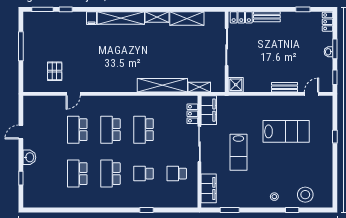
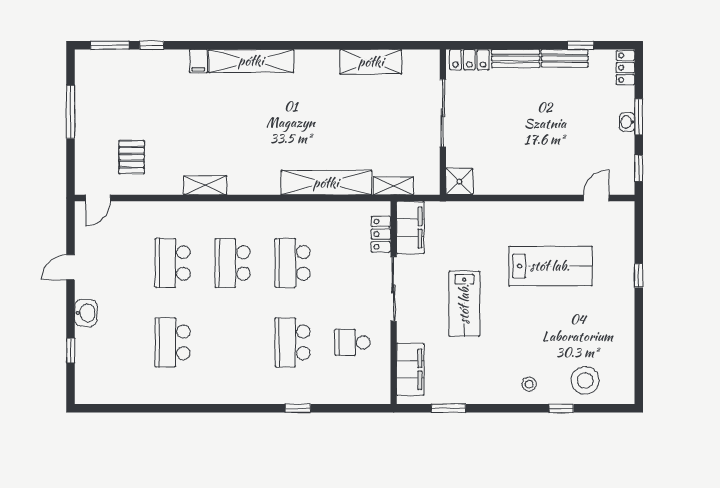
shelving: (157, 17) -> (205, 185), moved
bench: (285, 87) -> (565, 58), moved
door: (73, 94) -> (98, 198), moved
school desk: (110, 174) -> (233, 342), removed
school desk: (144, 174) -> (293, 342), width x1.85

